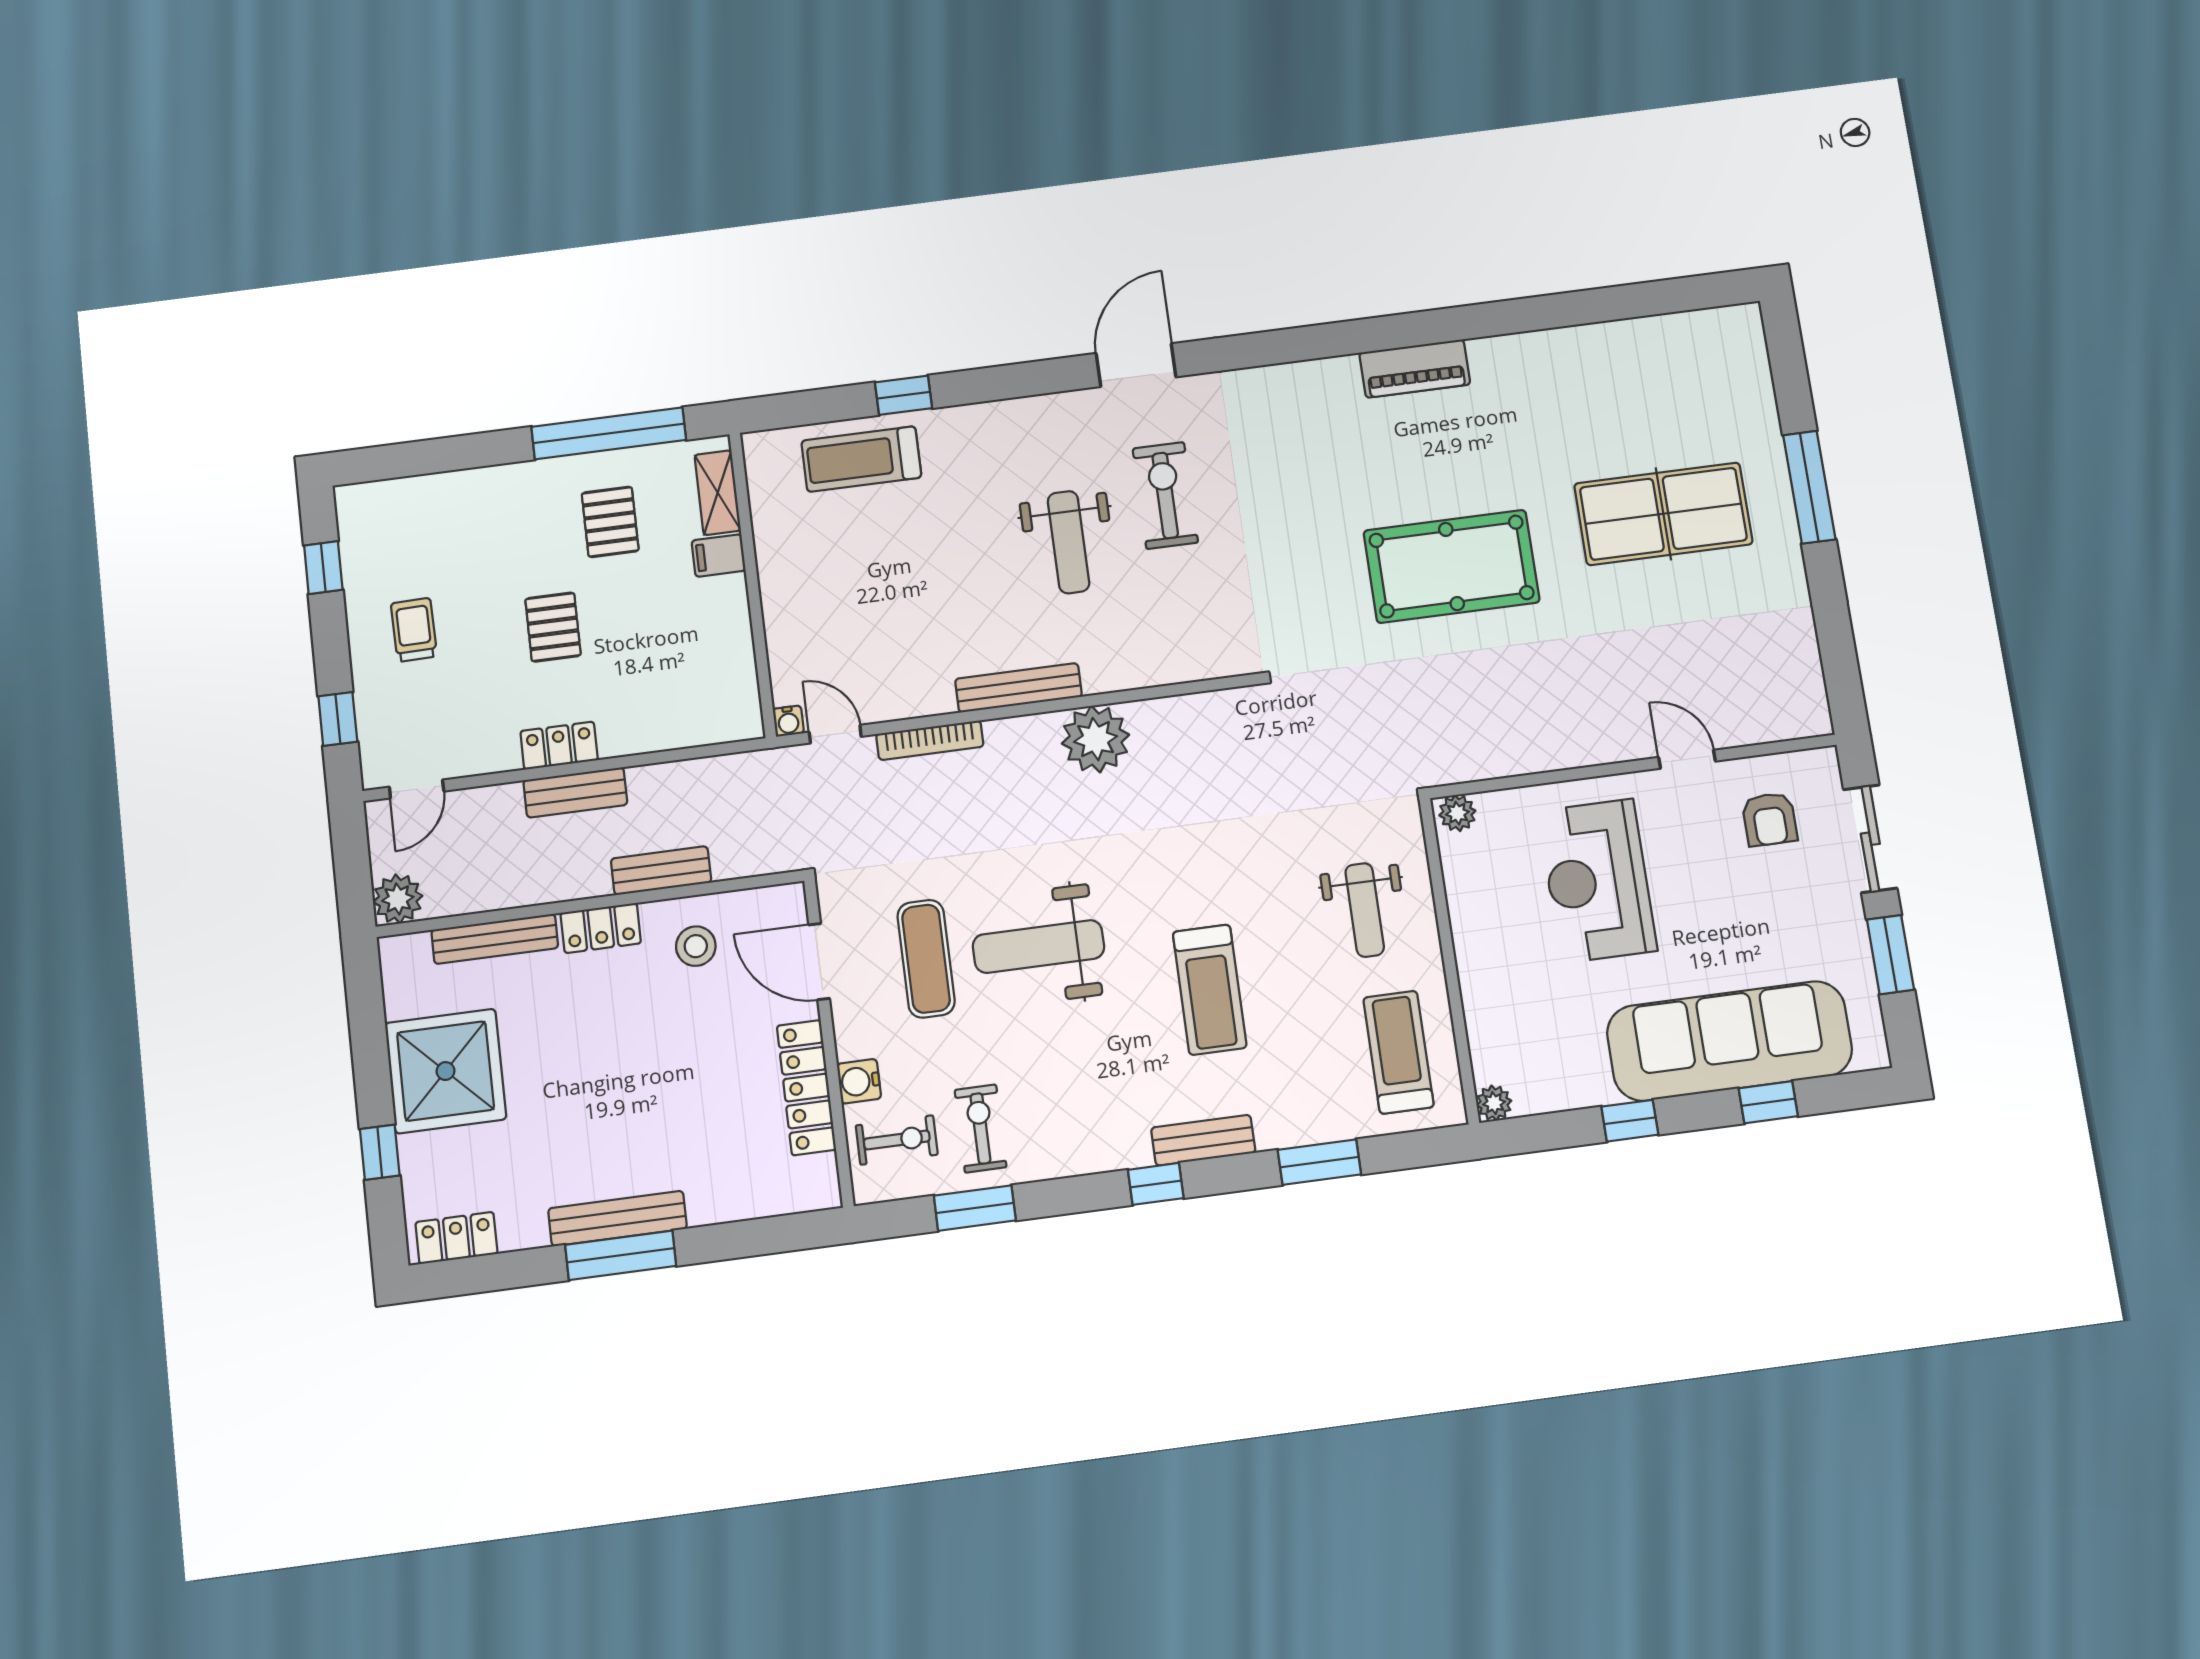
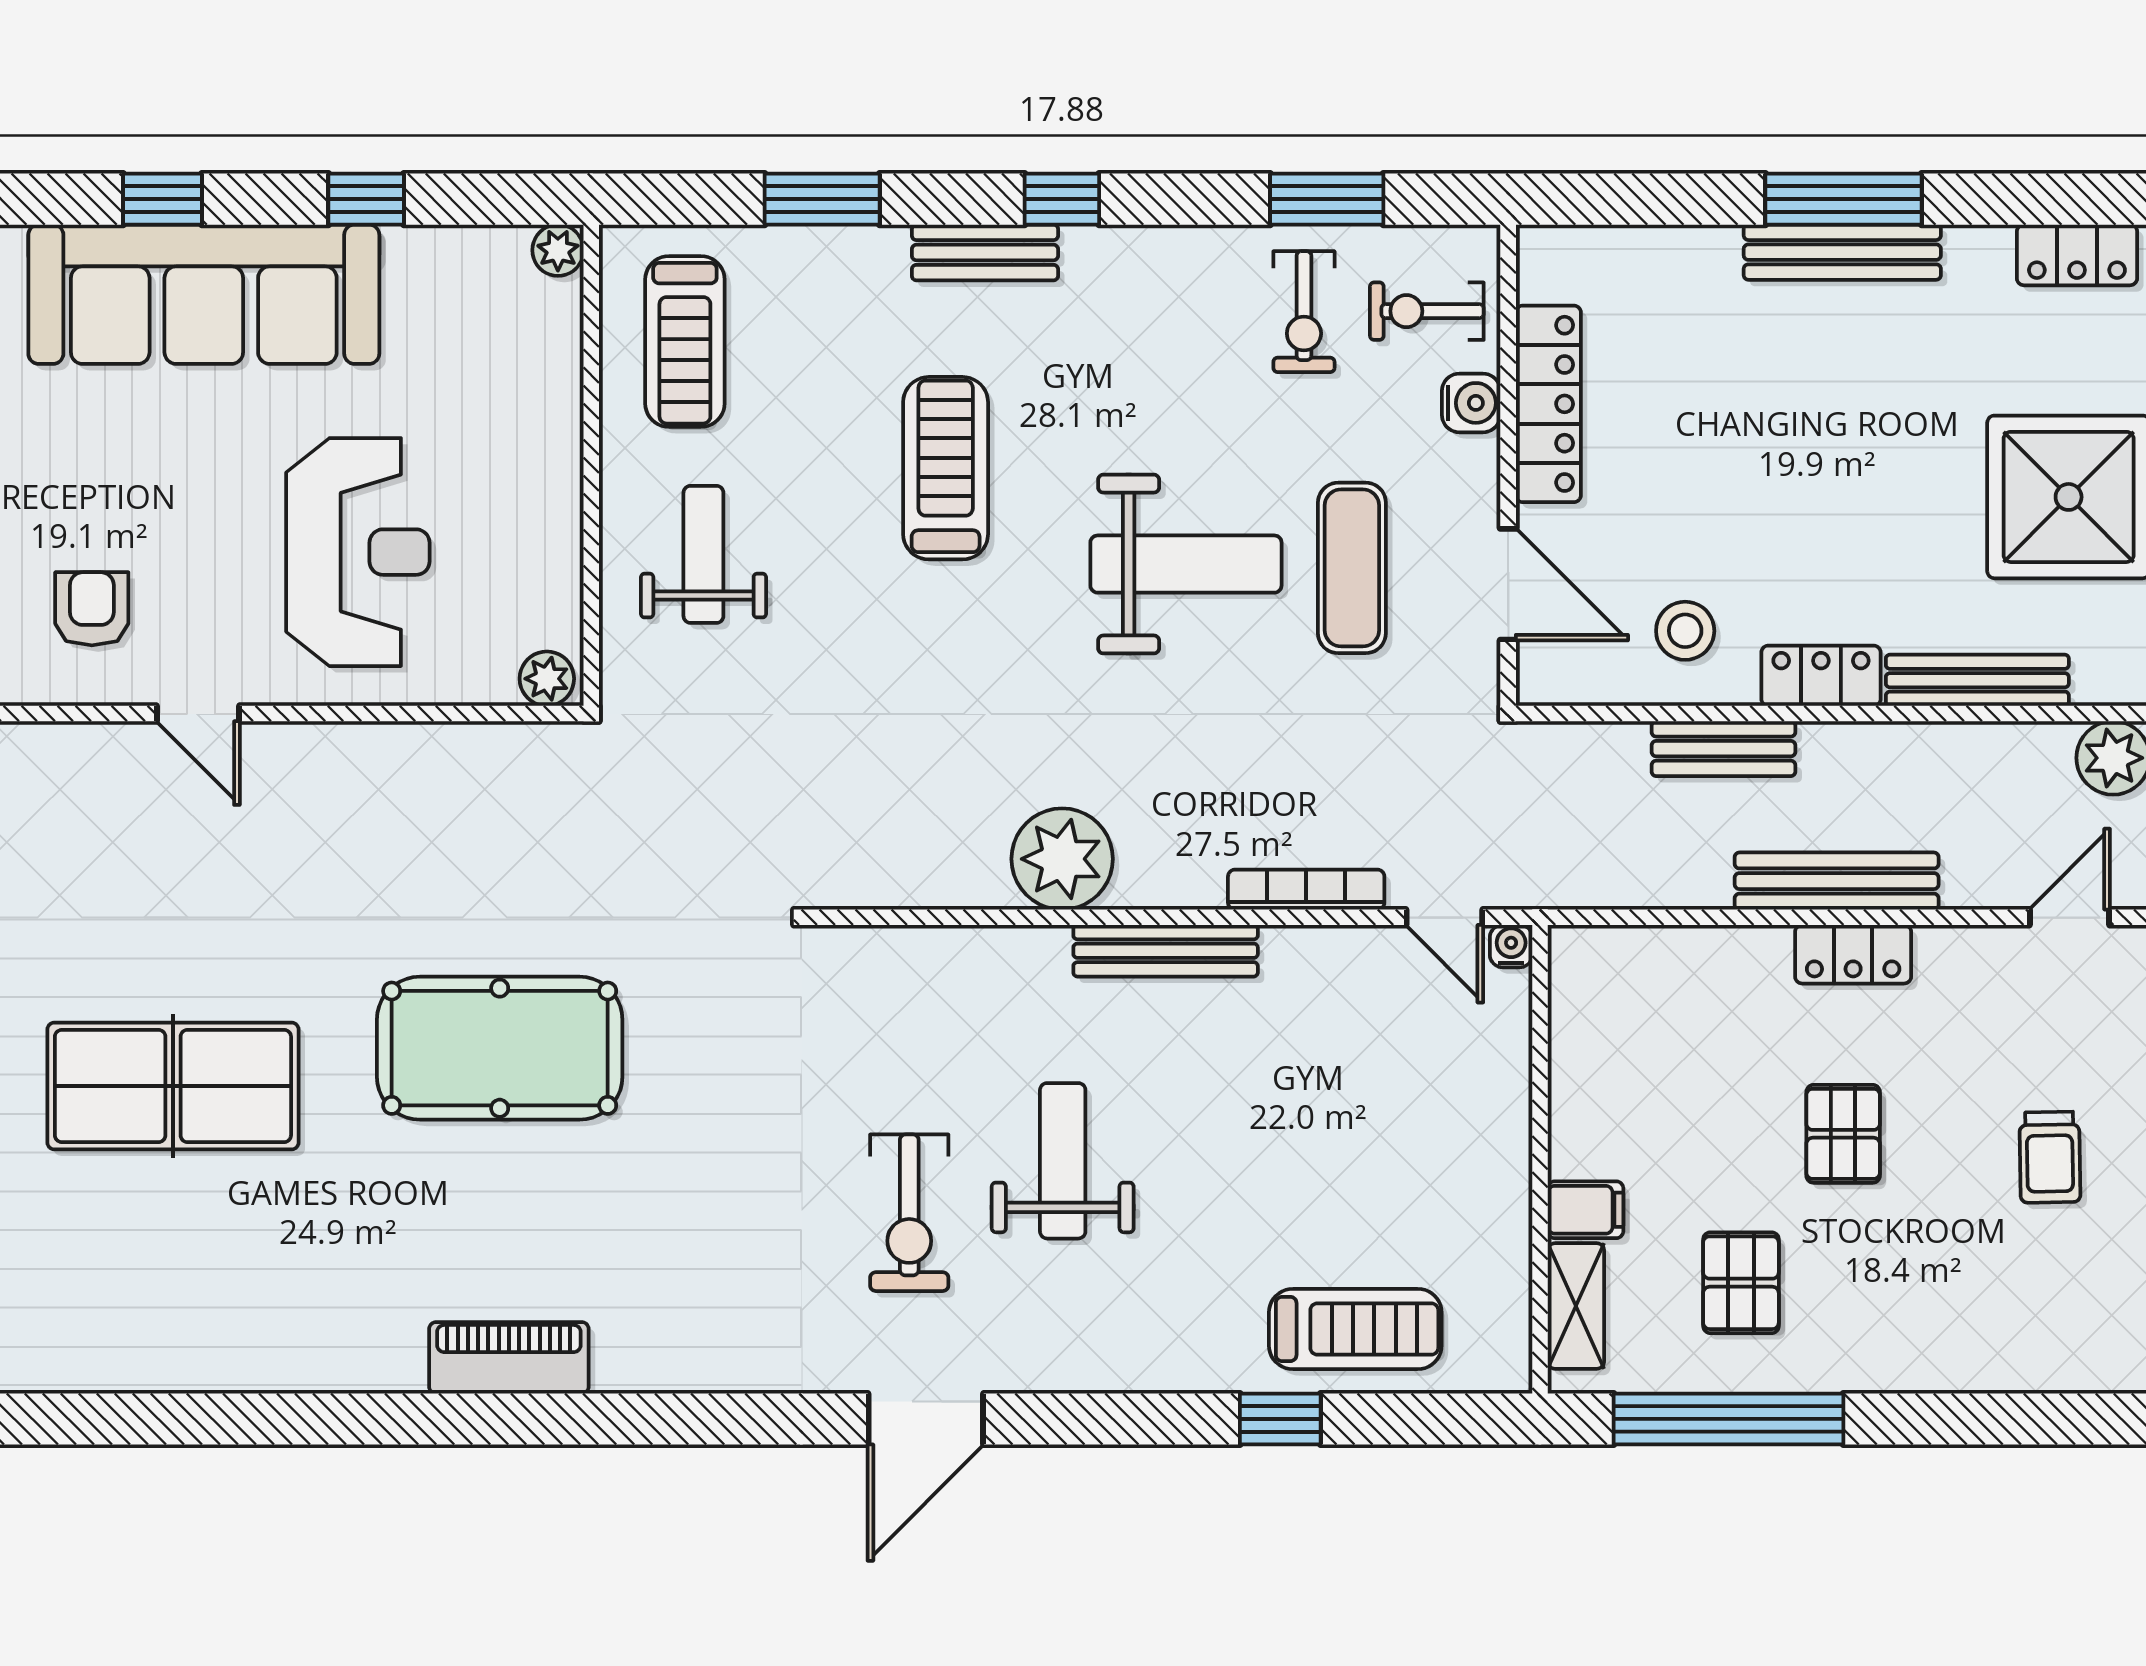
bench: (575, 792) -> (1837, 881), width x1.36

